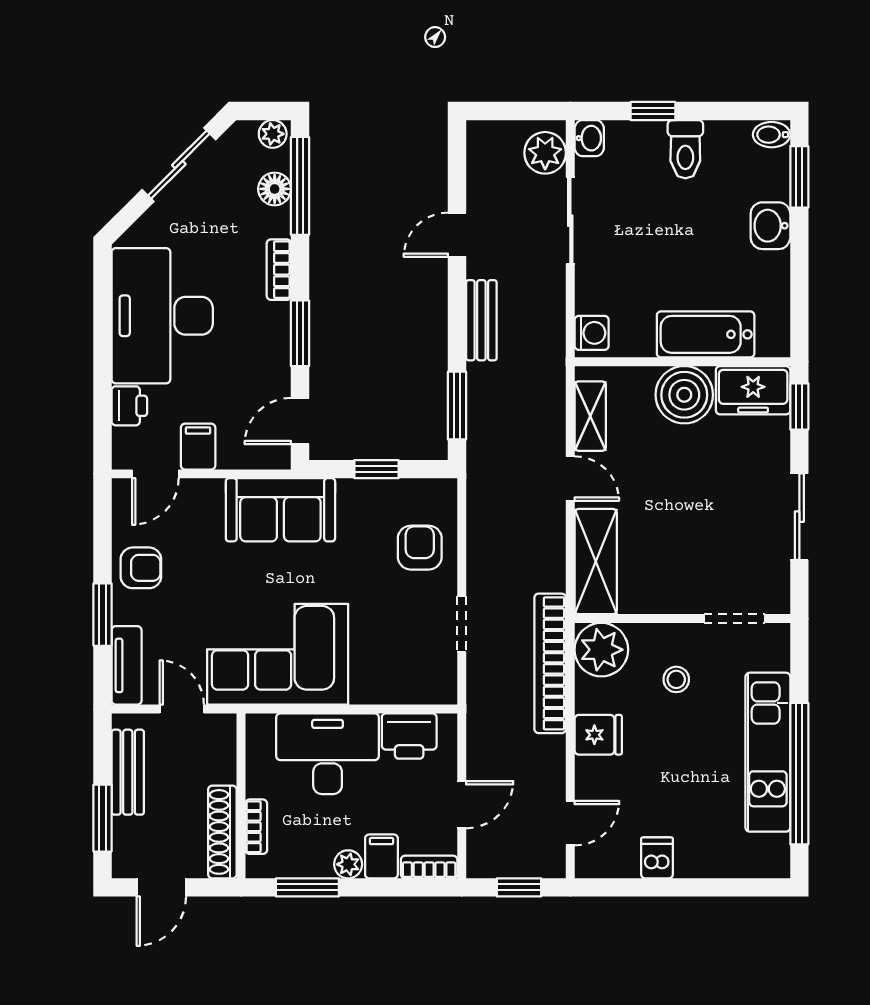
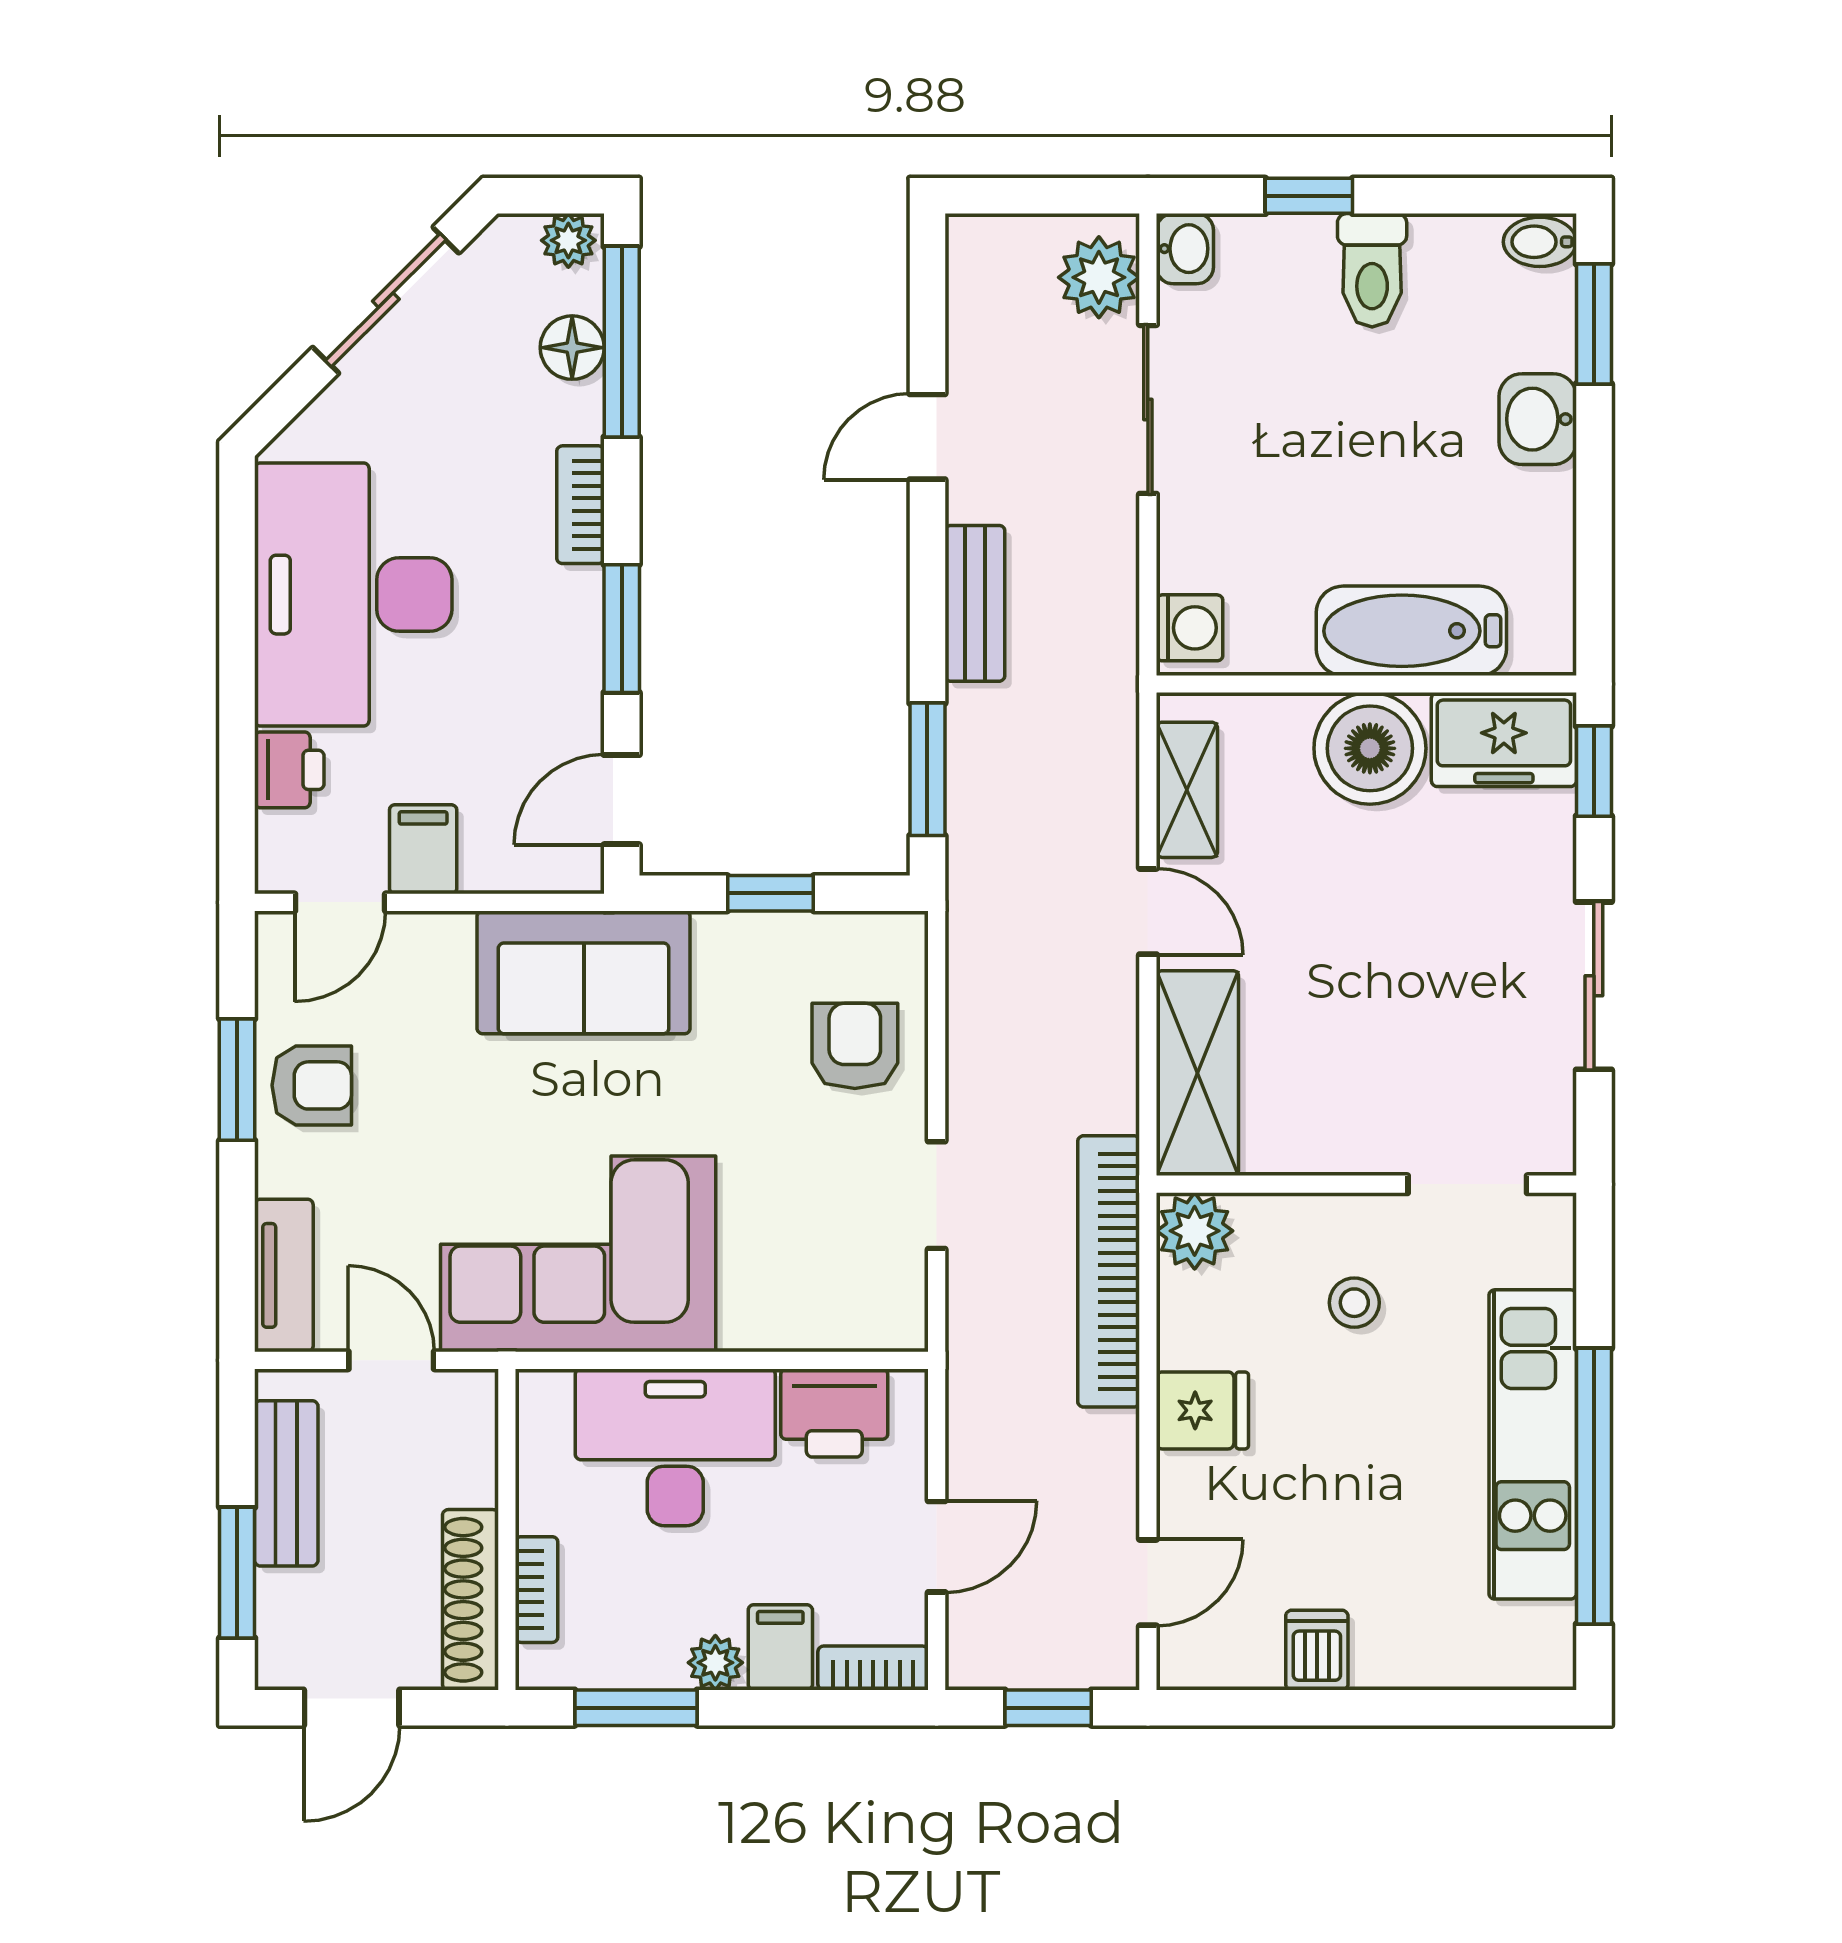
window: (102, 615) -> (237, 1080), moved
plant: (601, 650) -> (1195, 1231), width x0.73, depth x0.73

